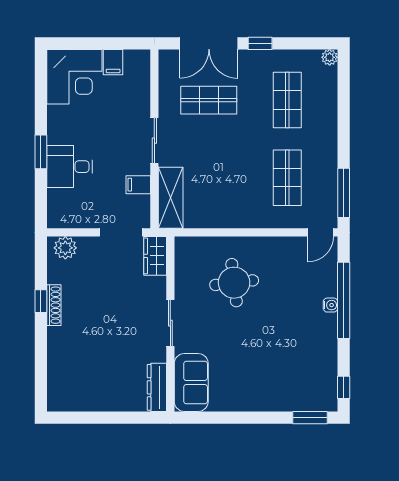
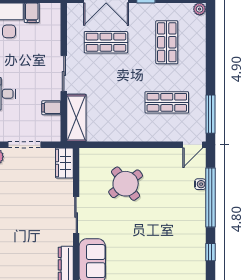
shop shelf: (287, 178) -> (167, 102), turned 90
doorway: (121, 232) -> (24, 145), moved
round table: (234, 283) -> (126, 184), turned -30
water cooler: (330, 305) -> (200, 184), moved
window: (344, 387) -> (210, 252), moved

